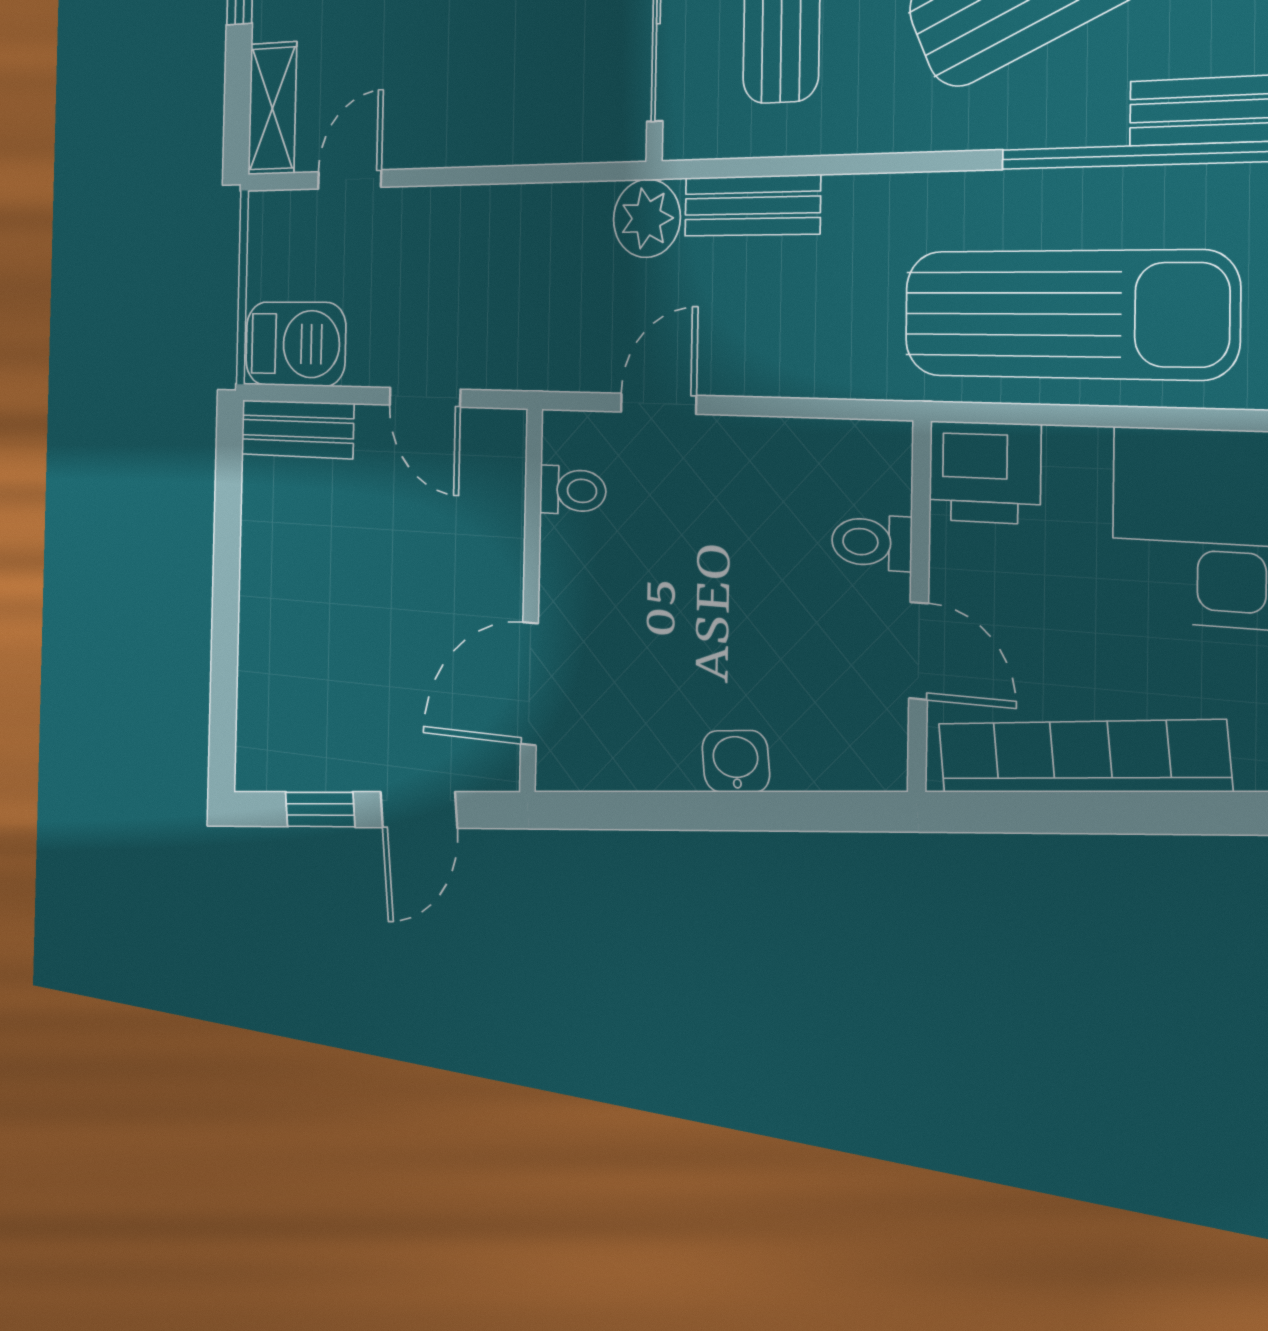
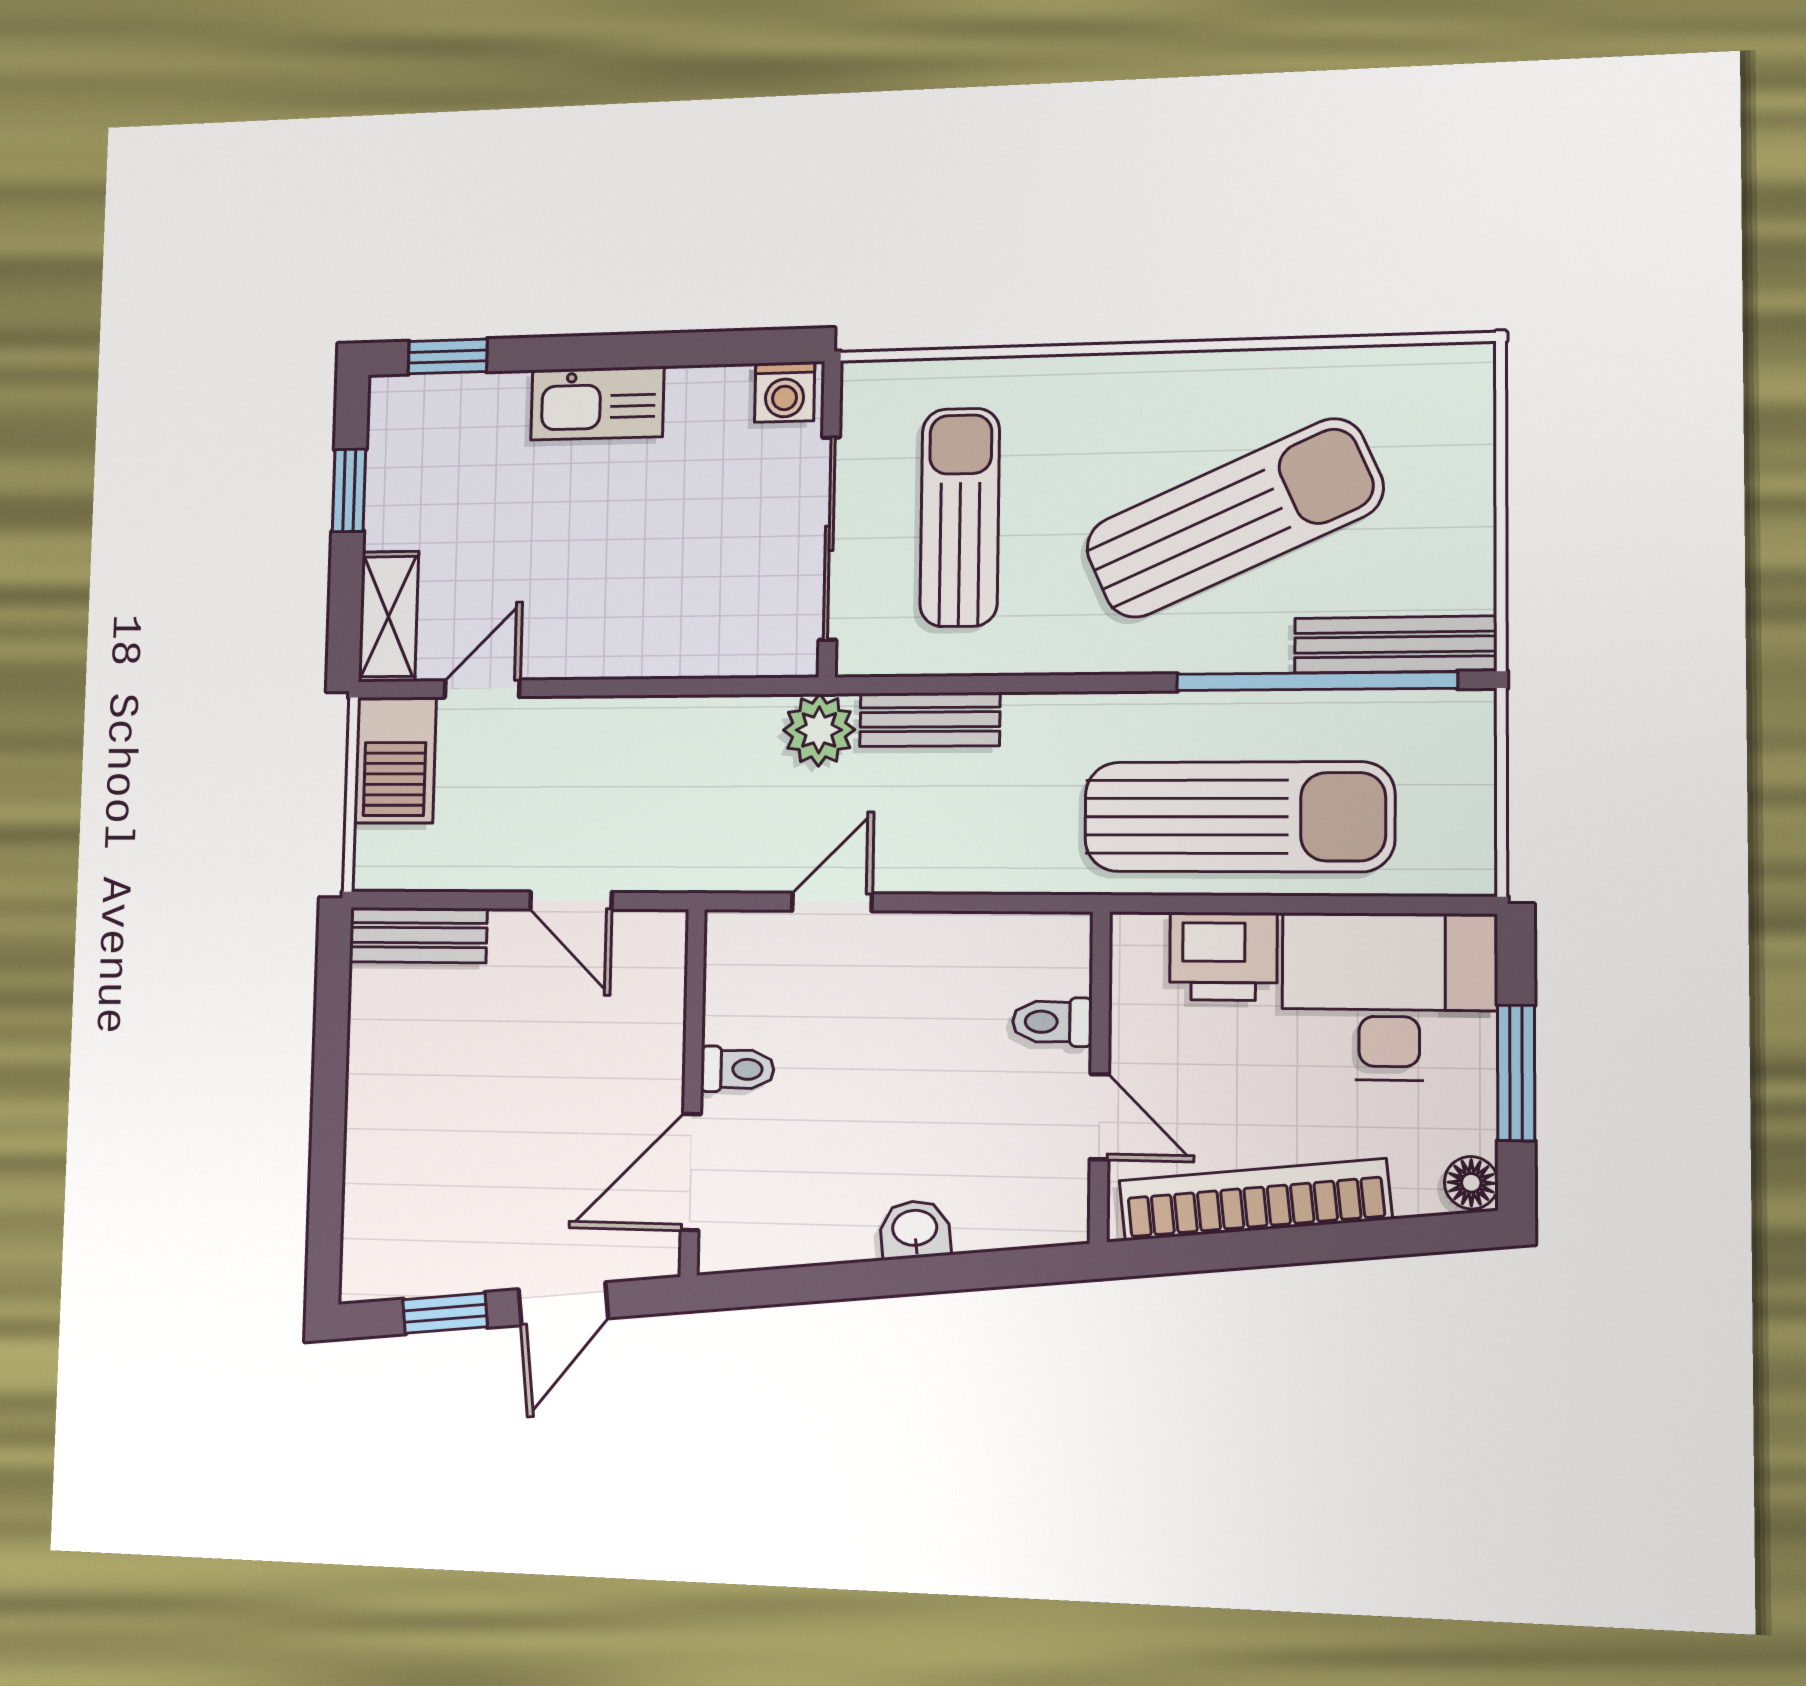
barbecue: (295, 344) -> (395, 760), moved, turned 90
printer: (985, 472) -> (1223, 956), moved
toilet: (573, 490) -> (737, 1069), moved

